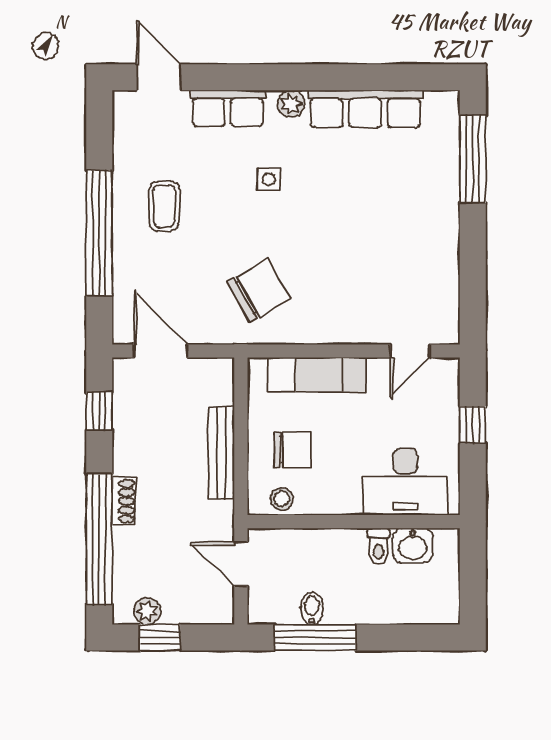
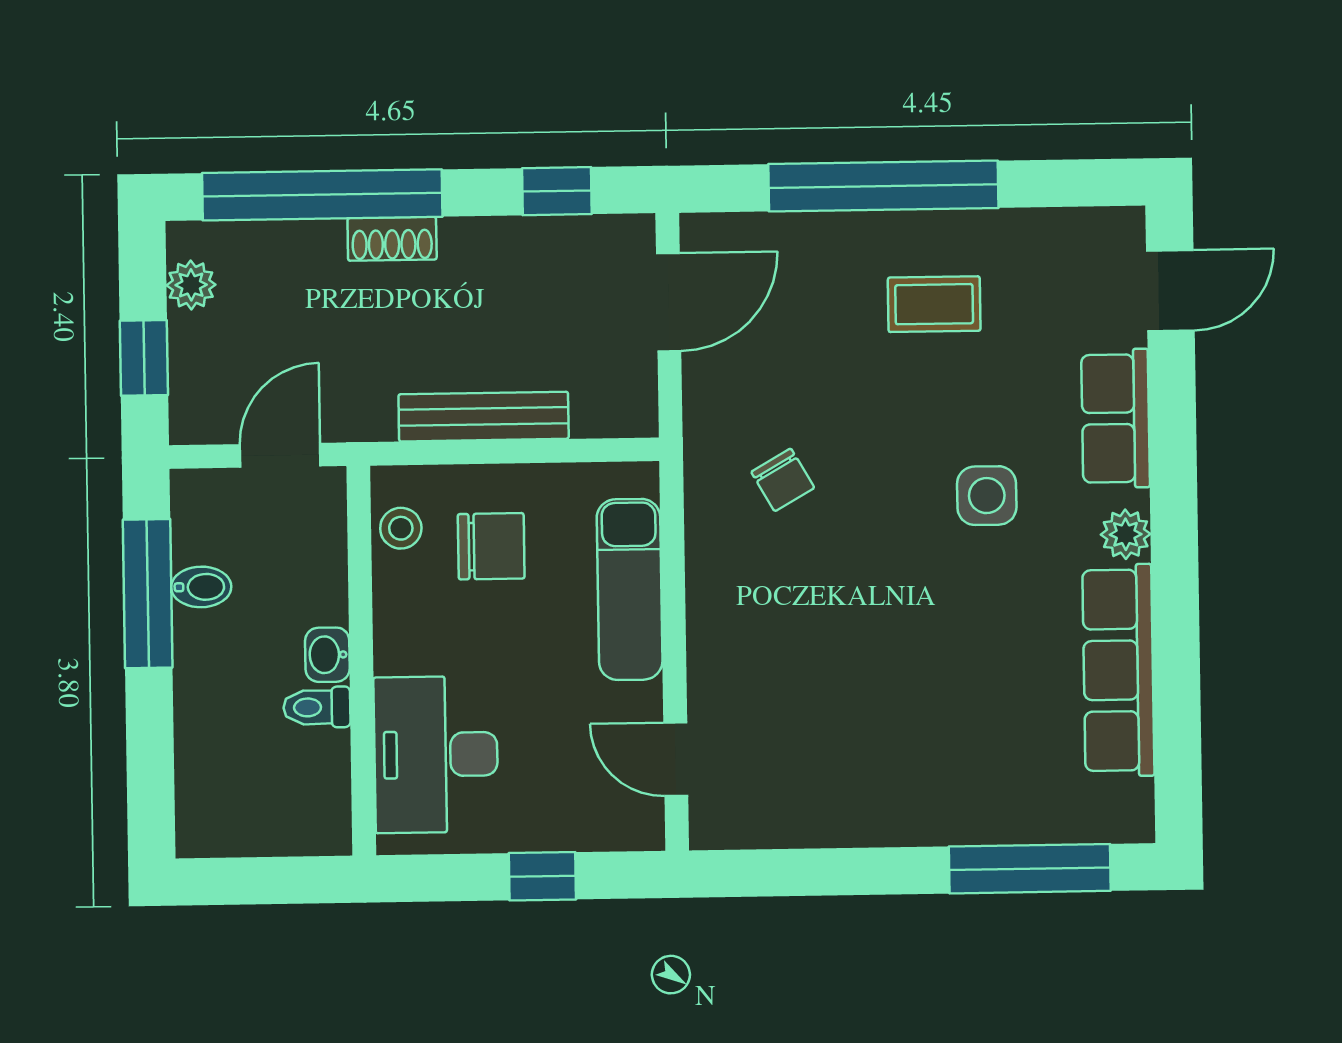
side table: (269, 179) -> (987, 496), width x1.37, depth x1.37
chair: (259, 290) -> (783, 480), width x0.54, depth x0.54
chair: (292, 450) -> (491, 546), turned -90
washbasin: (413, 545) -> (327, 655), moved, width x0.72, depth x0.69
window: (160, 638) -> (144, 358), moved

